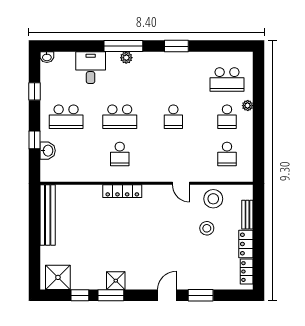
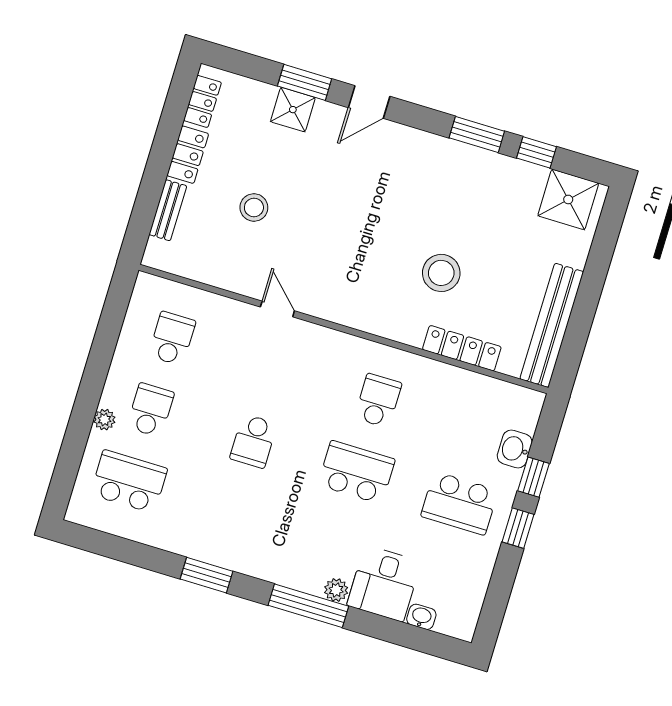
washbasin: (47, 57) -> (421, 617), moved
plant: (126, 58) -> (336, 590), moved
window: (35, 91) -> (518, 528), moved
school desk: (66, 117) -> (459, 503), turned 180
school desk: (173, 117) -> (253, 441), turned 180
locker: (122, 191) -> (462, 348), moved
stool: (213, 199) -> (441, 273), moved
shower: (116, 281) -> (293, 110), moved

